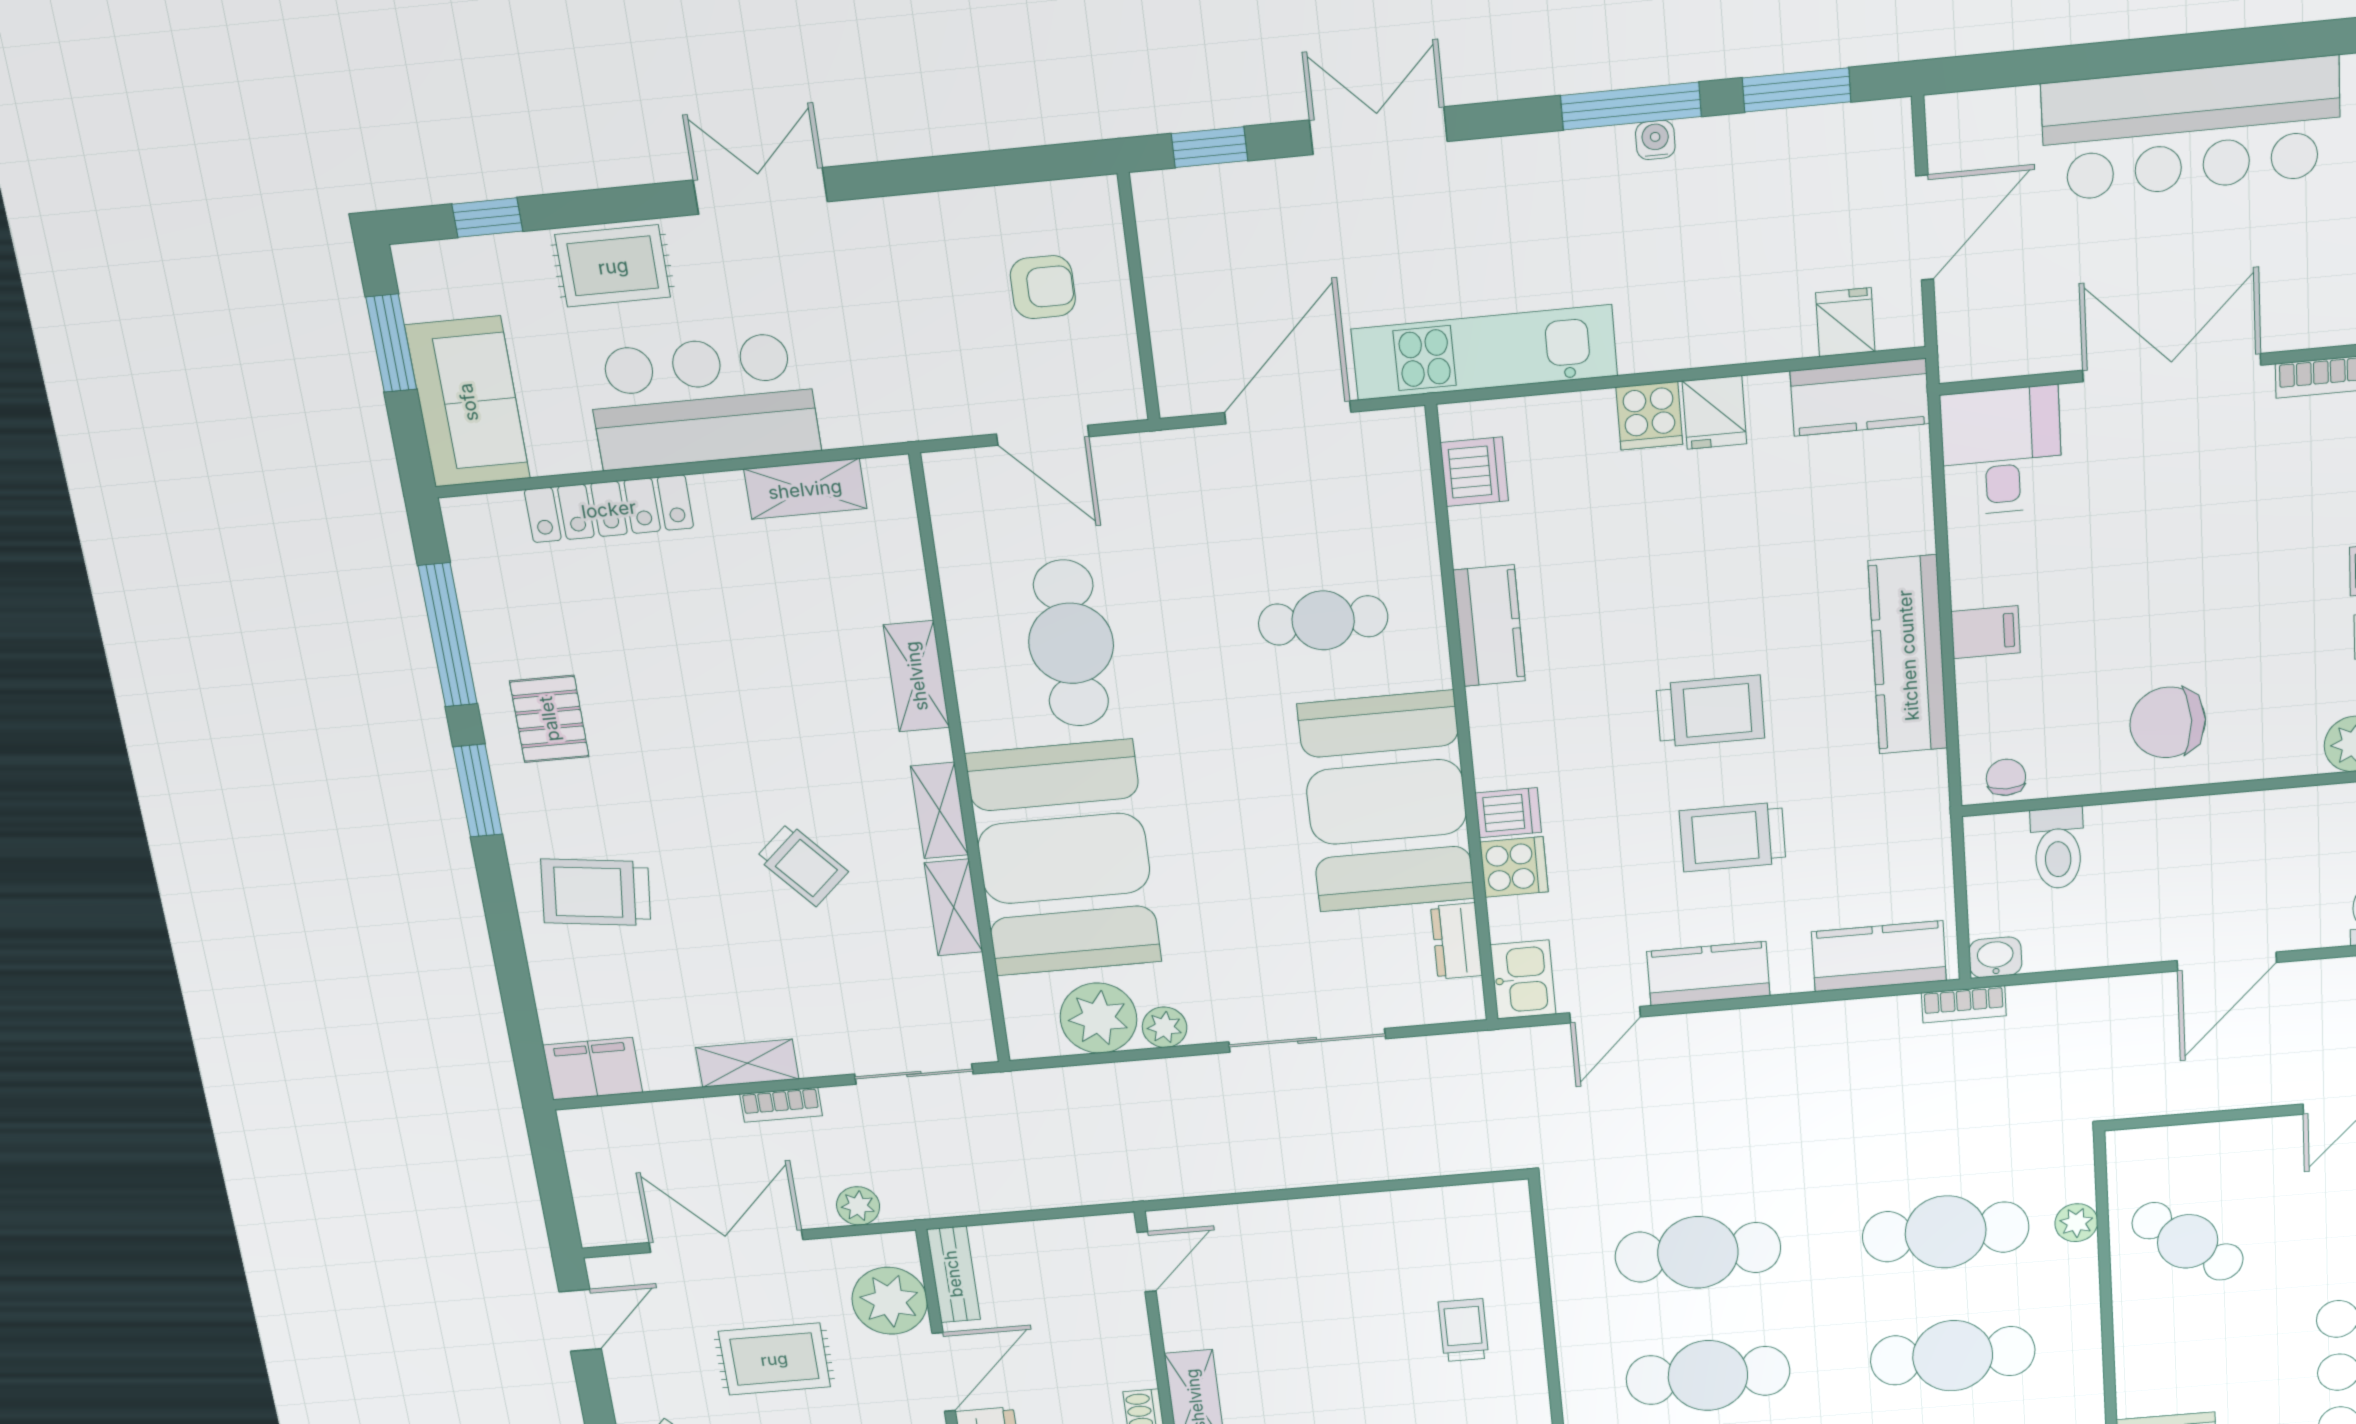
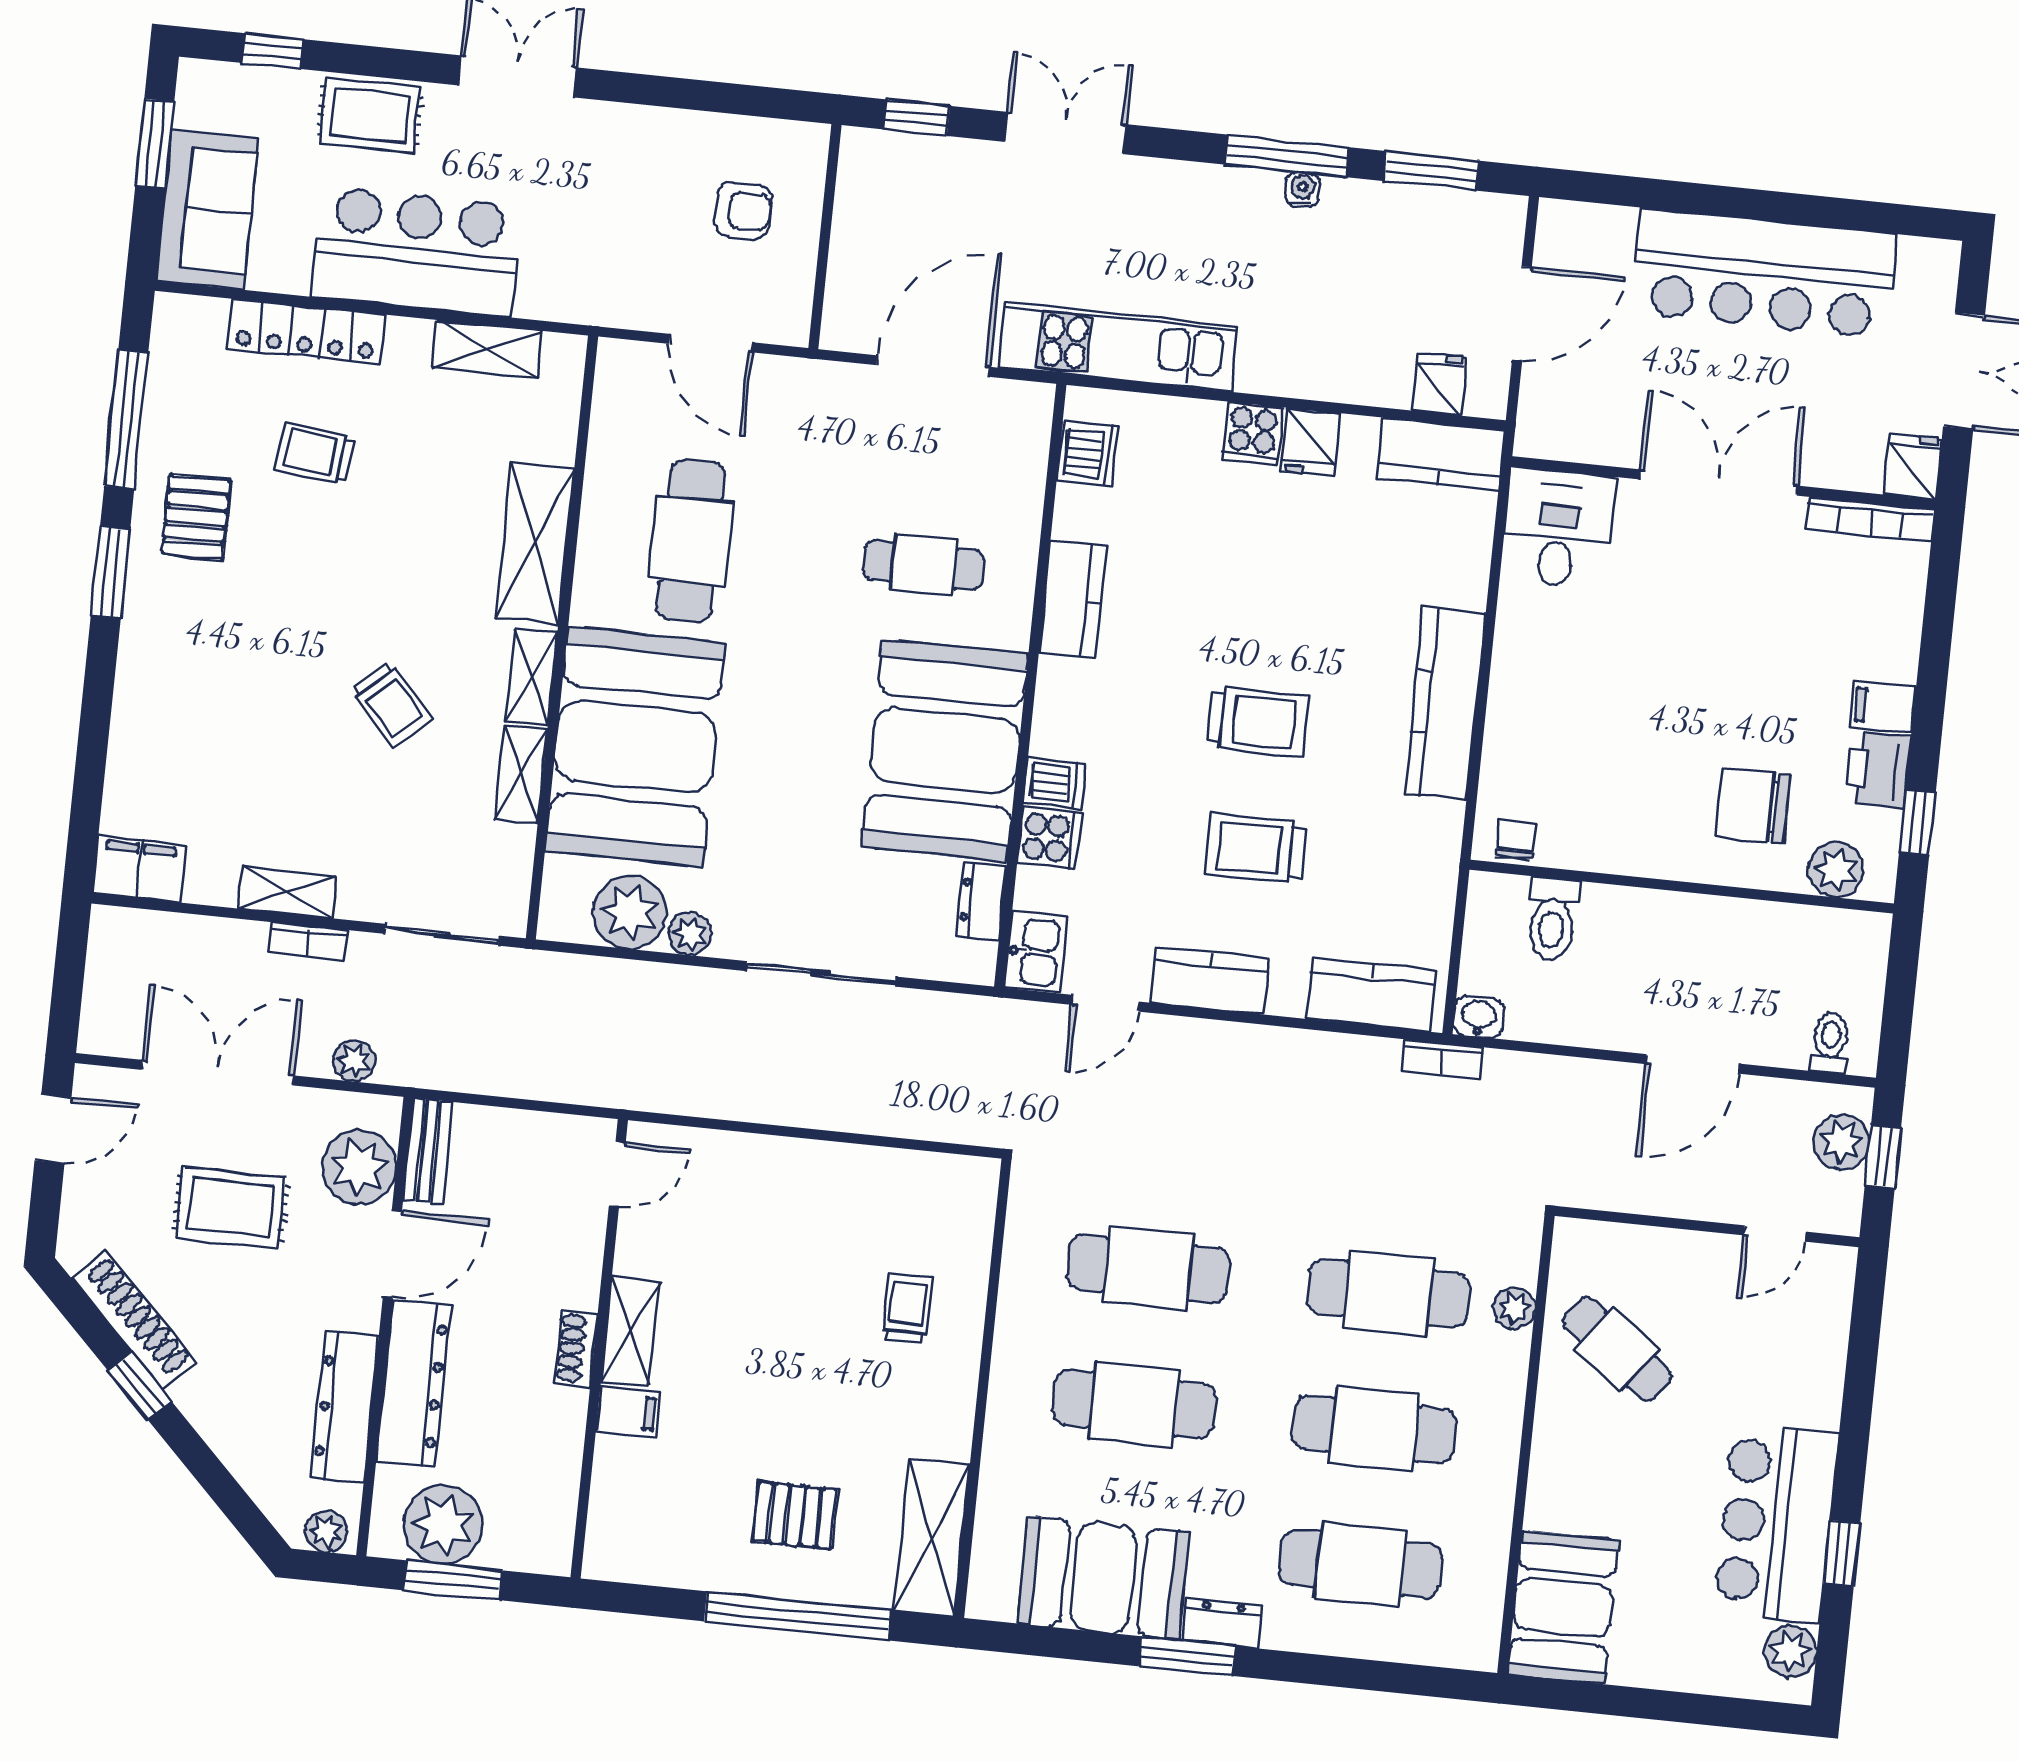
filing cabinet: (1986, 632) -> (1518, 696), removed
shelving: (916, 676) -> (535, 543), width x1.50, depth x1.33
chair: (2168, 722) -> (1753, 806), moved
trolley: (596, 892) -> (315, 453), moved, width x0.73, depth x0.72

